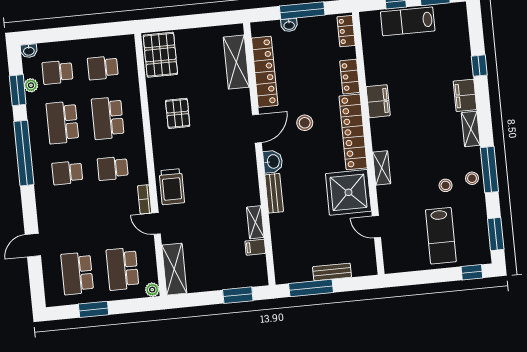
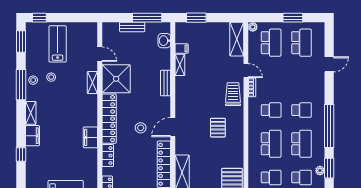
pallet: (178, 113) -> (218, 128), moved
washbasin: (273, 162) -> (164, 41), moved
shelving: (382, 168) -> (92, 83), moved

